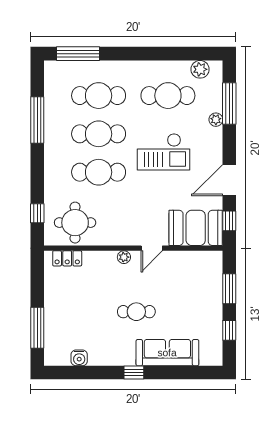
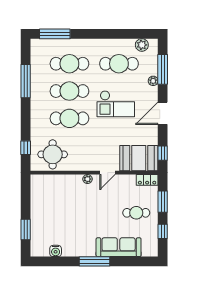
door: (229, 180) -> (163, 113), moved
locker: (67, 258) -> (147, 180), moved
cafe table: (136, 312) -> (136, 213), moved
window: (37, 328) -> (26, 229), width x0.69
window: (134, 373) -> (95, 261), width x2.17

